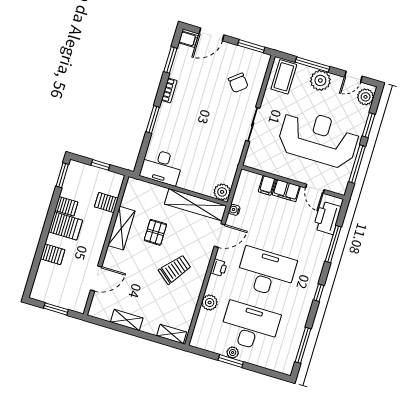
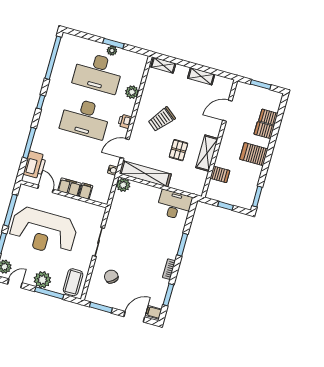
server rack: (66, 206) -> (268, 117), moved
window: (303, 345) -> (53, 58), width x1.46

